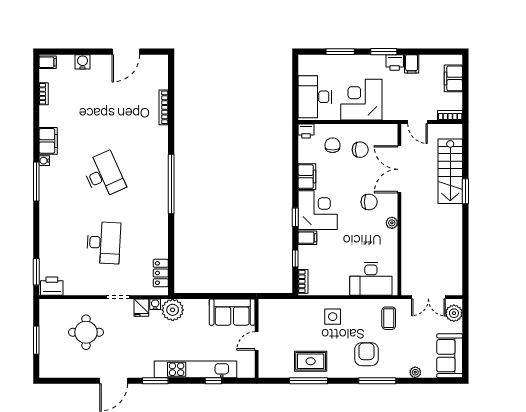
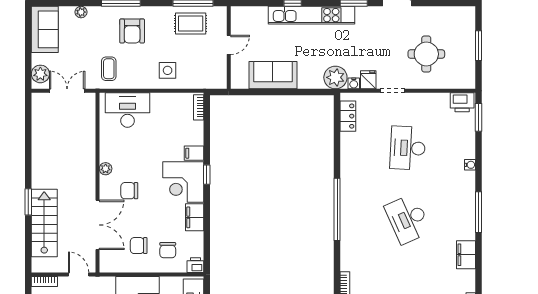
water cooler: (44, 161) -> (470, 165), moved
window: (295, 259) -> (207, 131), removed
wall: (257, 338) -> (229, 48), moved
door: (257, 341) -> (229, 45), moved

